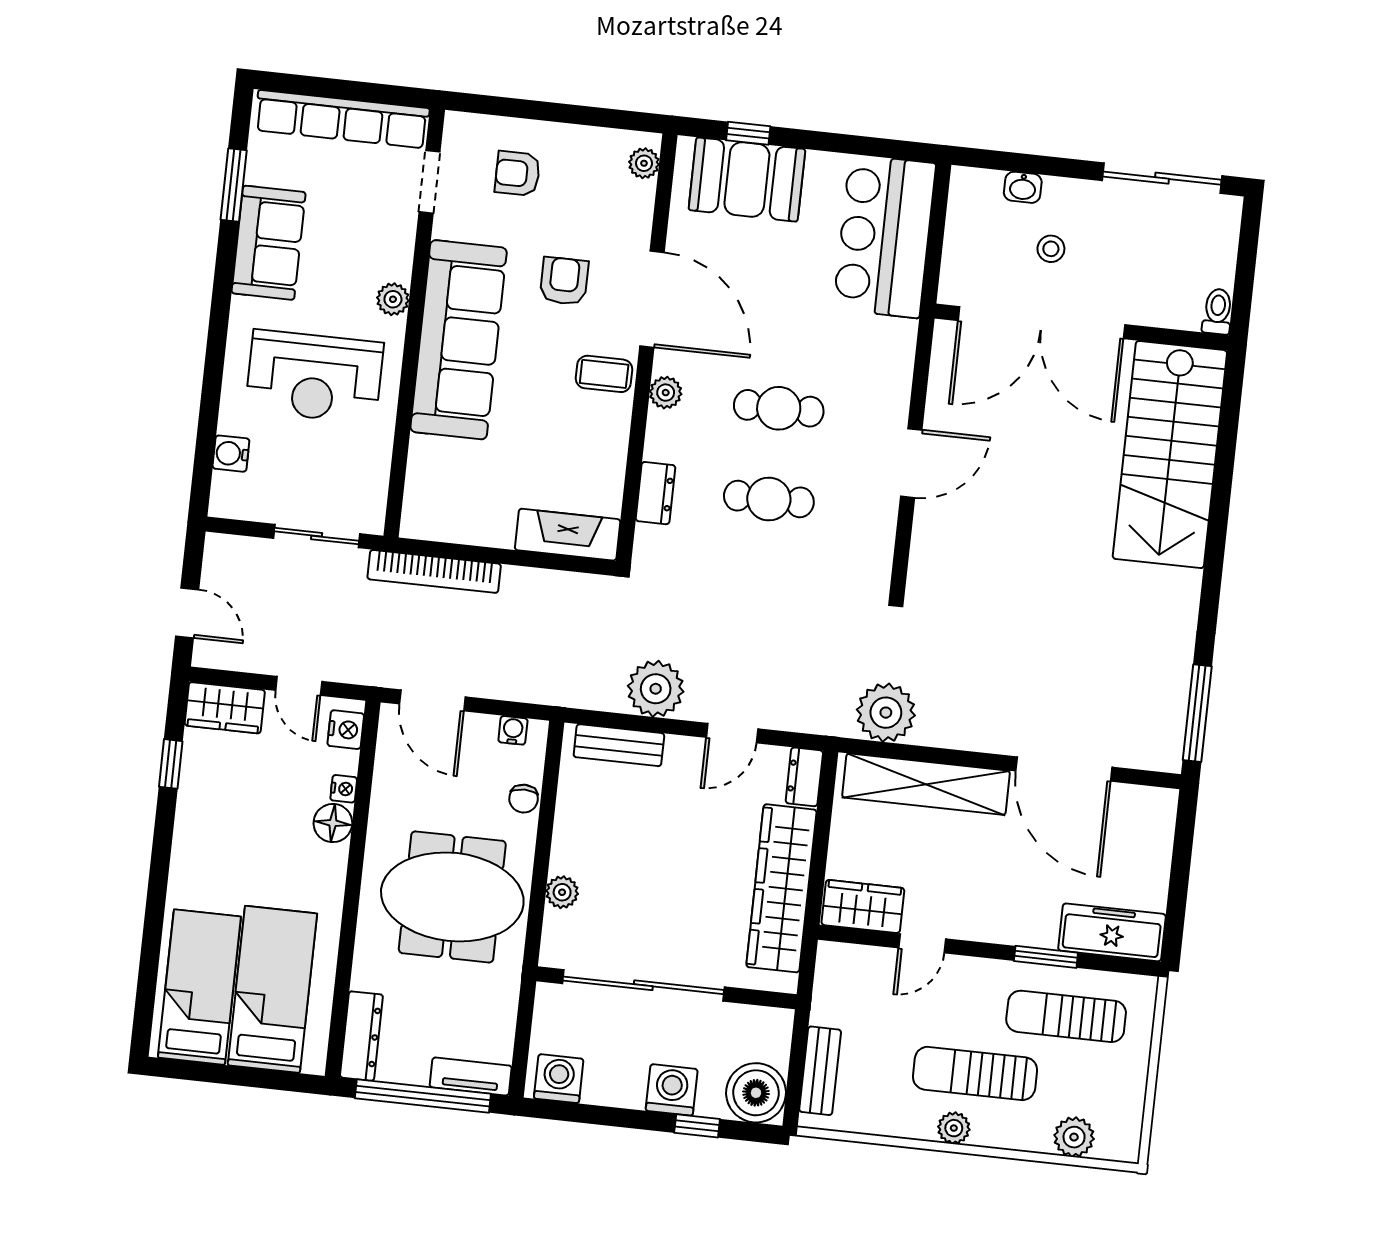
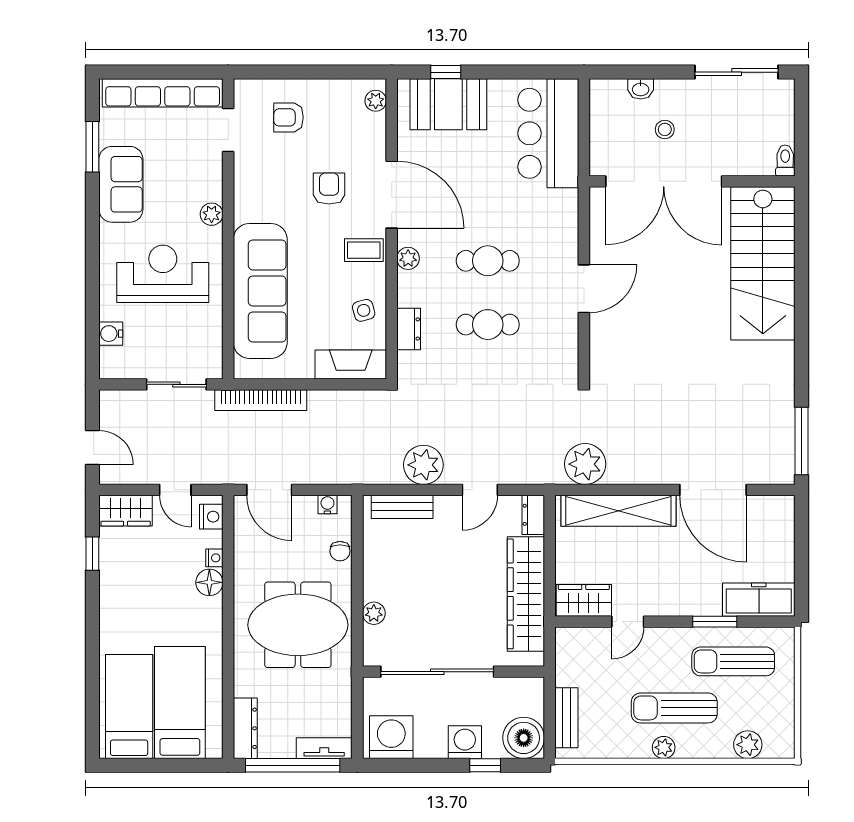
sofa: (459, 340) -> (260, 291), moved
reception desk: (314, 377) -> (163, 274), turned 180
side table: (594, 460) -> (364, 310), added
washing machine: (559, 1079) -> (391, 737), width x1.37, depth x1.37

